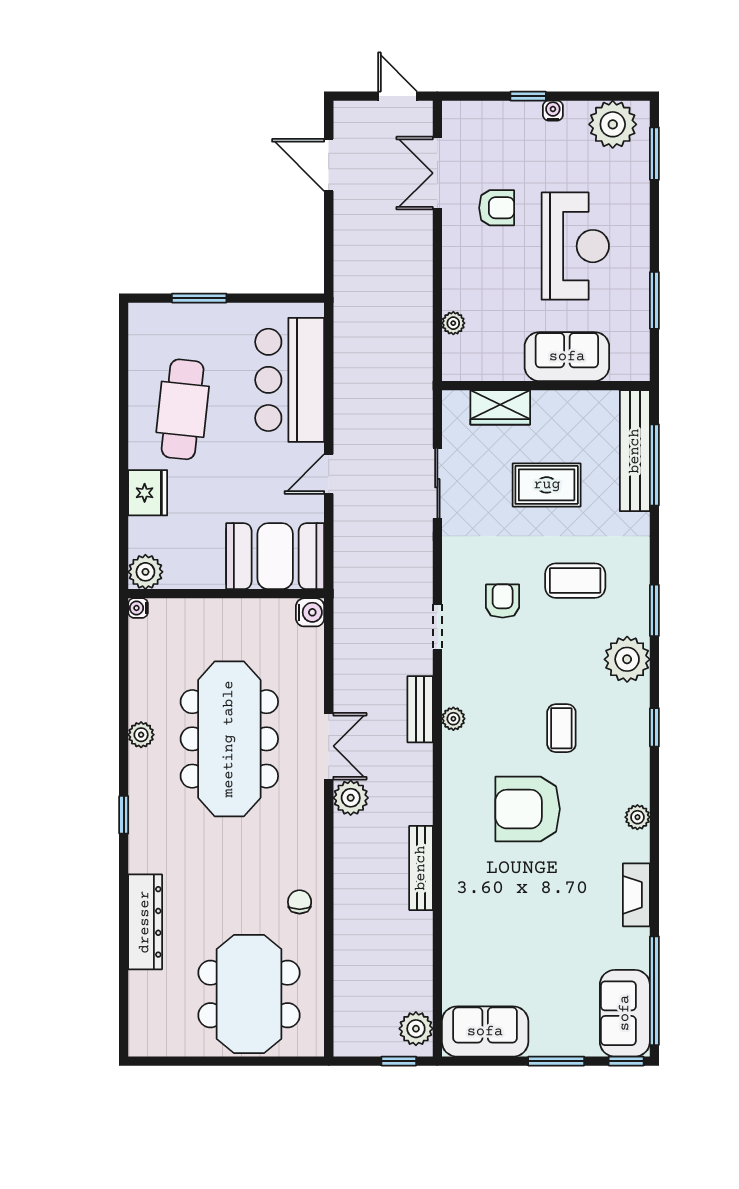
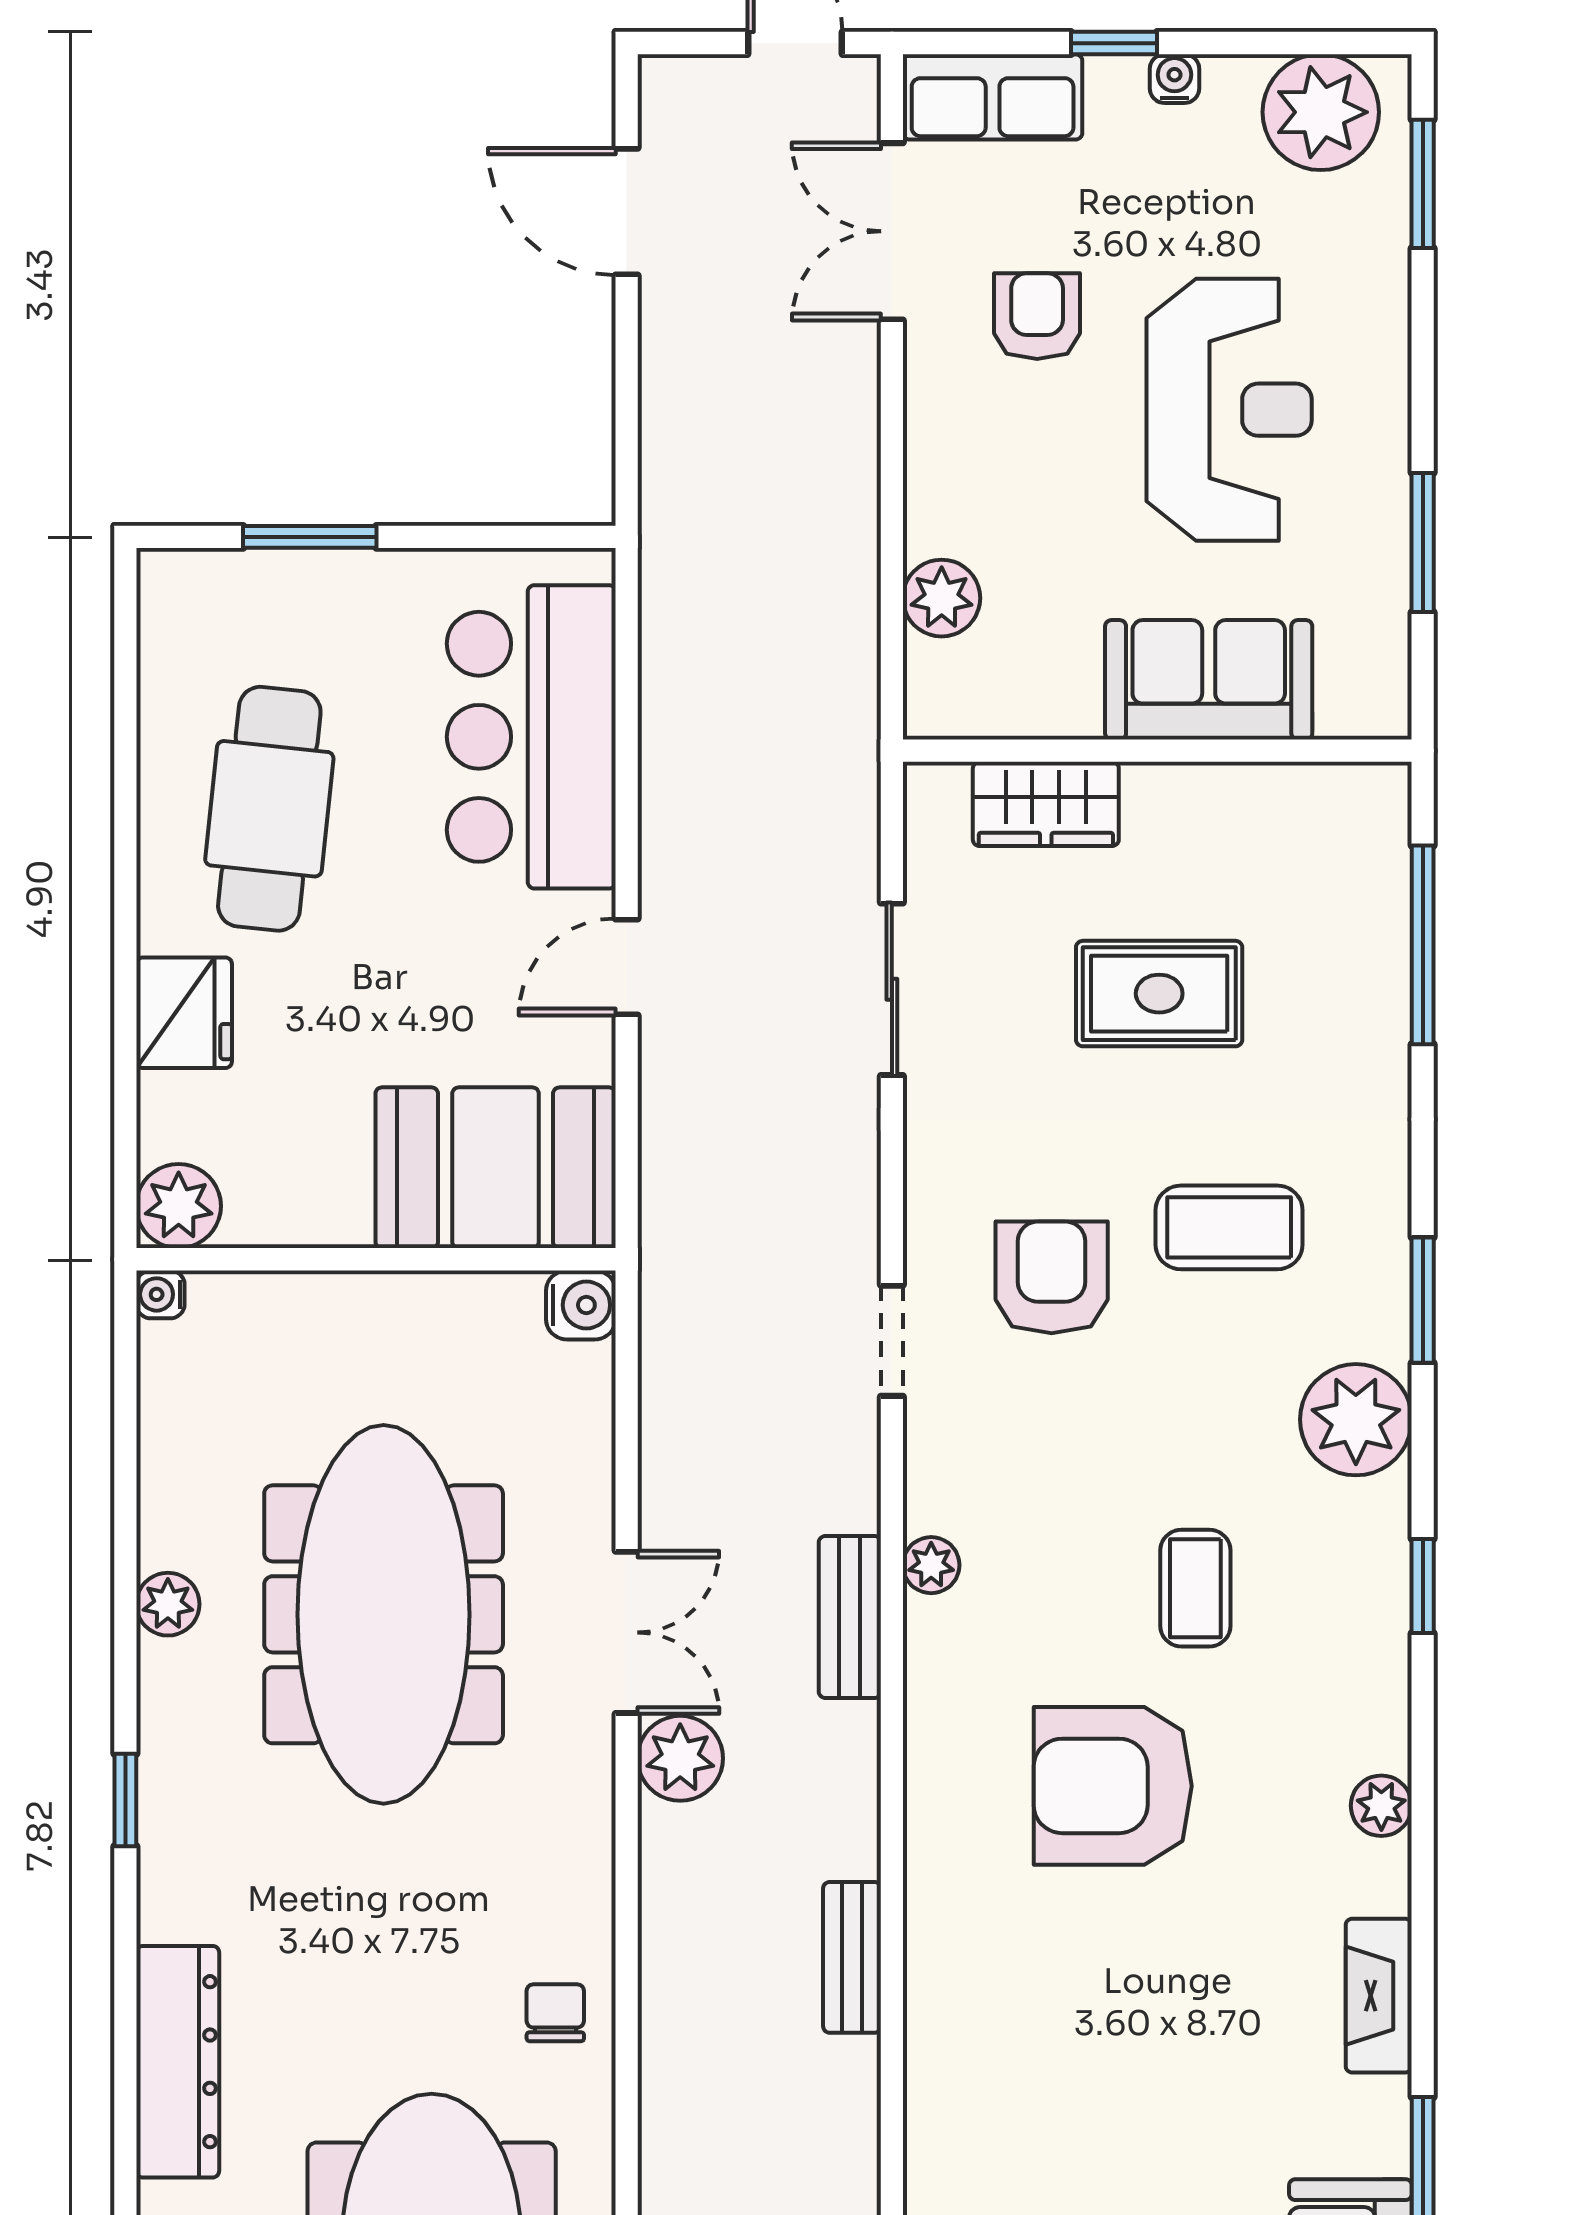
row of seats: (478, 118) -> (993, 97), added
armchair: (497, 208) -> (1037, 316), turned -90
plant: (453, 323) -> (942, 598), width x1.38, depth x1.38
bench: (635, 451) -> (1375, 910), removed
armchair: (503, 601) -> (1052, 1277), width x1.38, depth x1.38
bench: (420, 709) -> (850, 1617), moved
bench: (421, 868) -> (852, 1957), width x0.73

